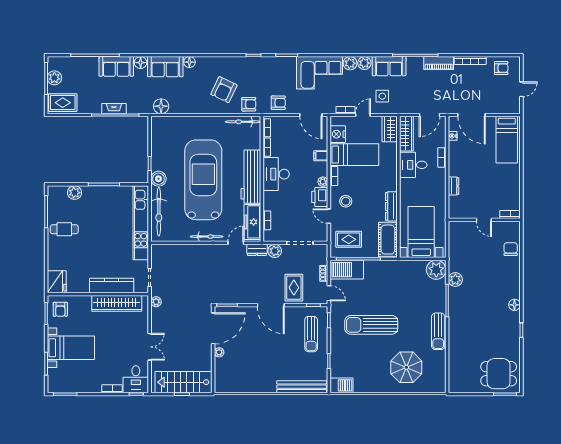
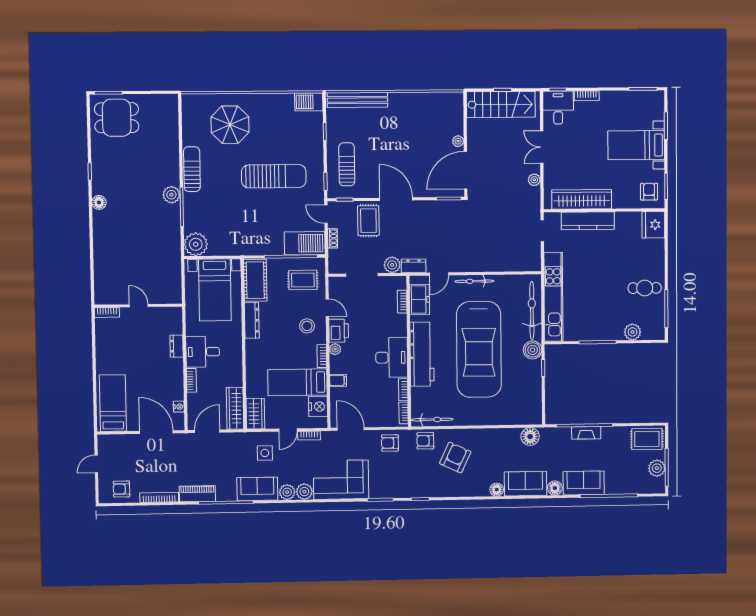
desk: (413, 165) -> (203, 352), moved, turned 180
freezer: (252, 222) -> (419, 299), width x0.71
chair: (511, 249) -> (105, 270), removed
plant: (455, 280) -> (171, 195), moved
plant: (156, 302) -> (534, 180), moved

